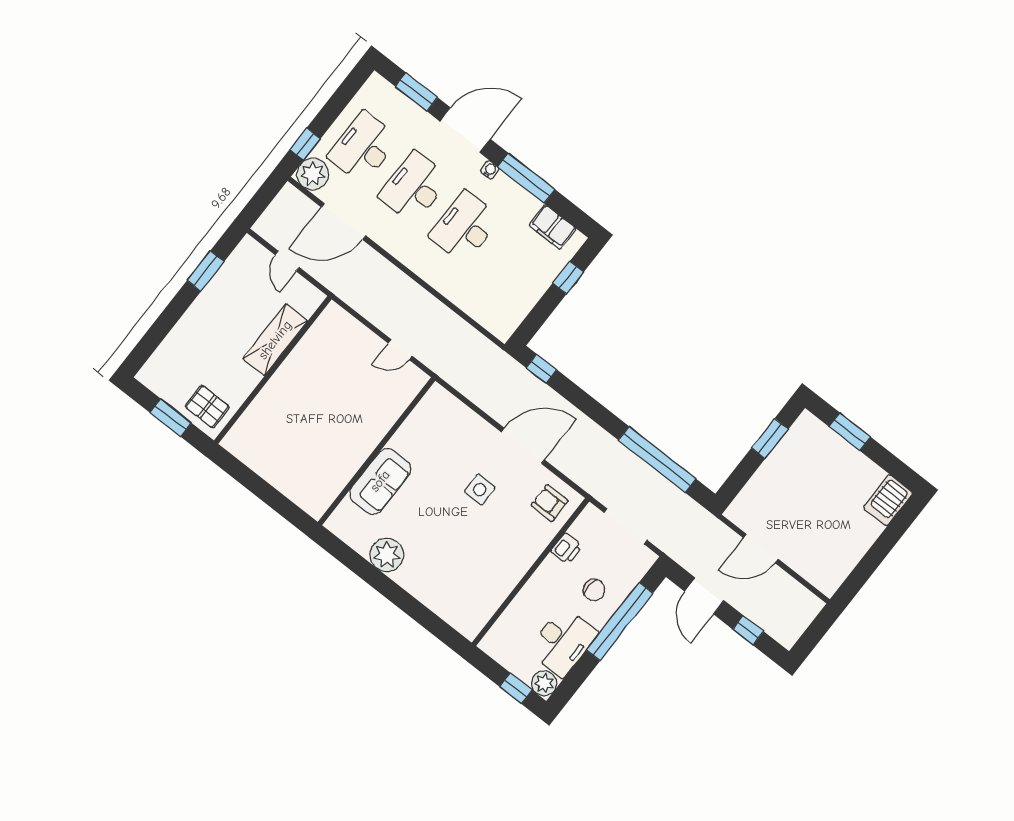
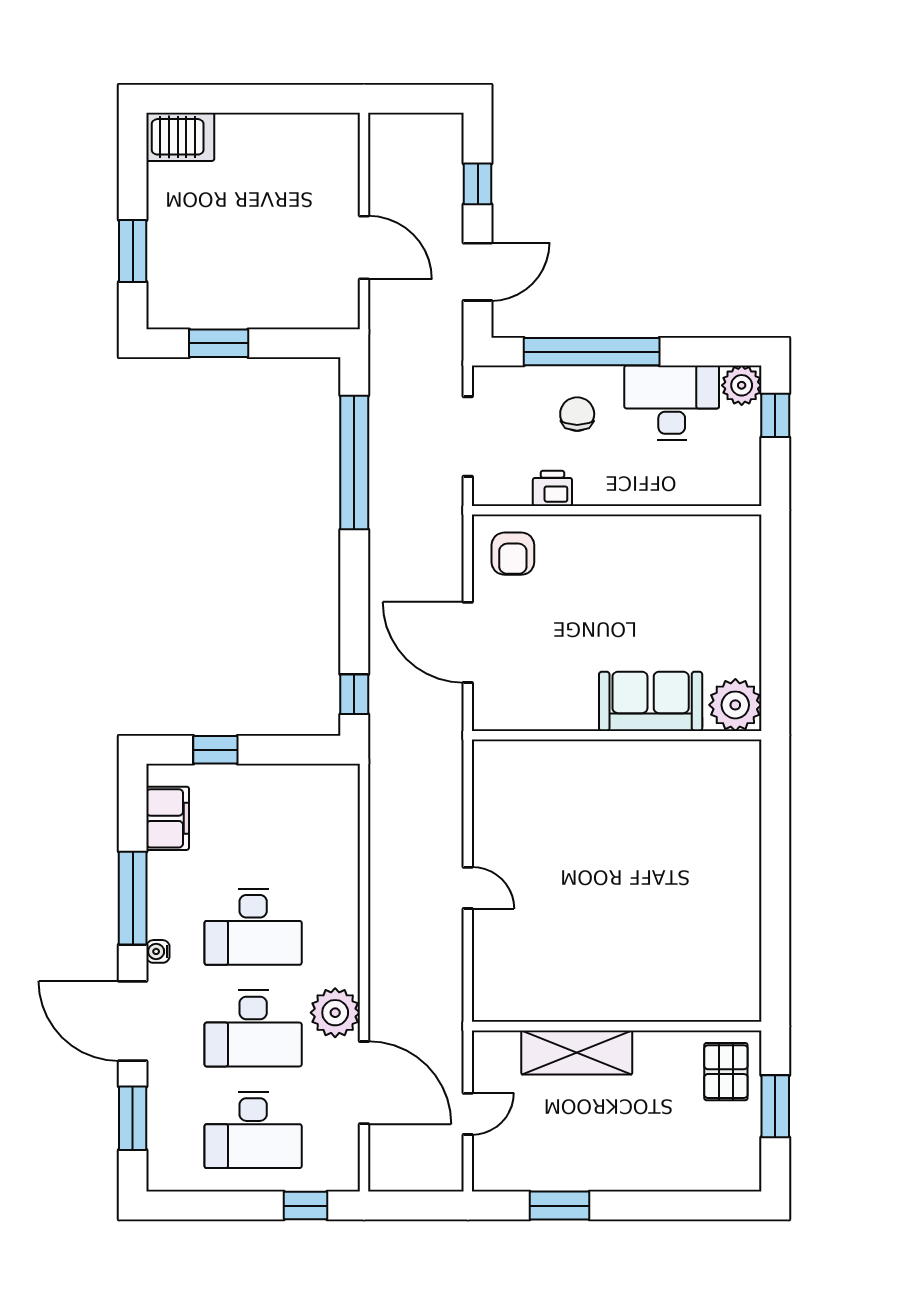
plant: (313, 174) -> (335, 1013), moved
wall: (377, 451) -> (617, 735), moved
sofa: (380, 481) -> (651, 701), moved
side table: (480, 489) -> (564, 653), removed

